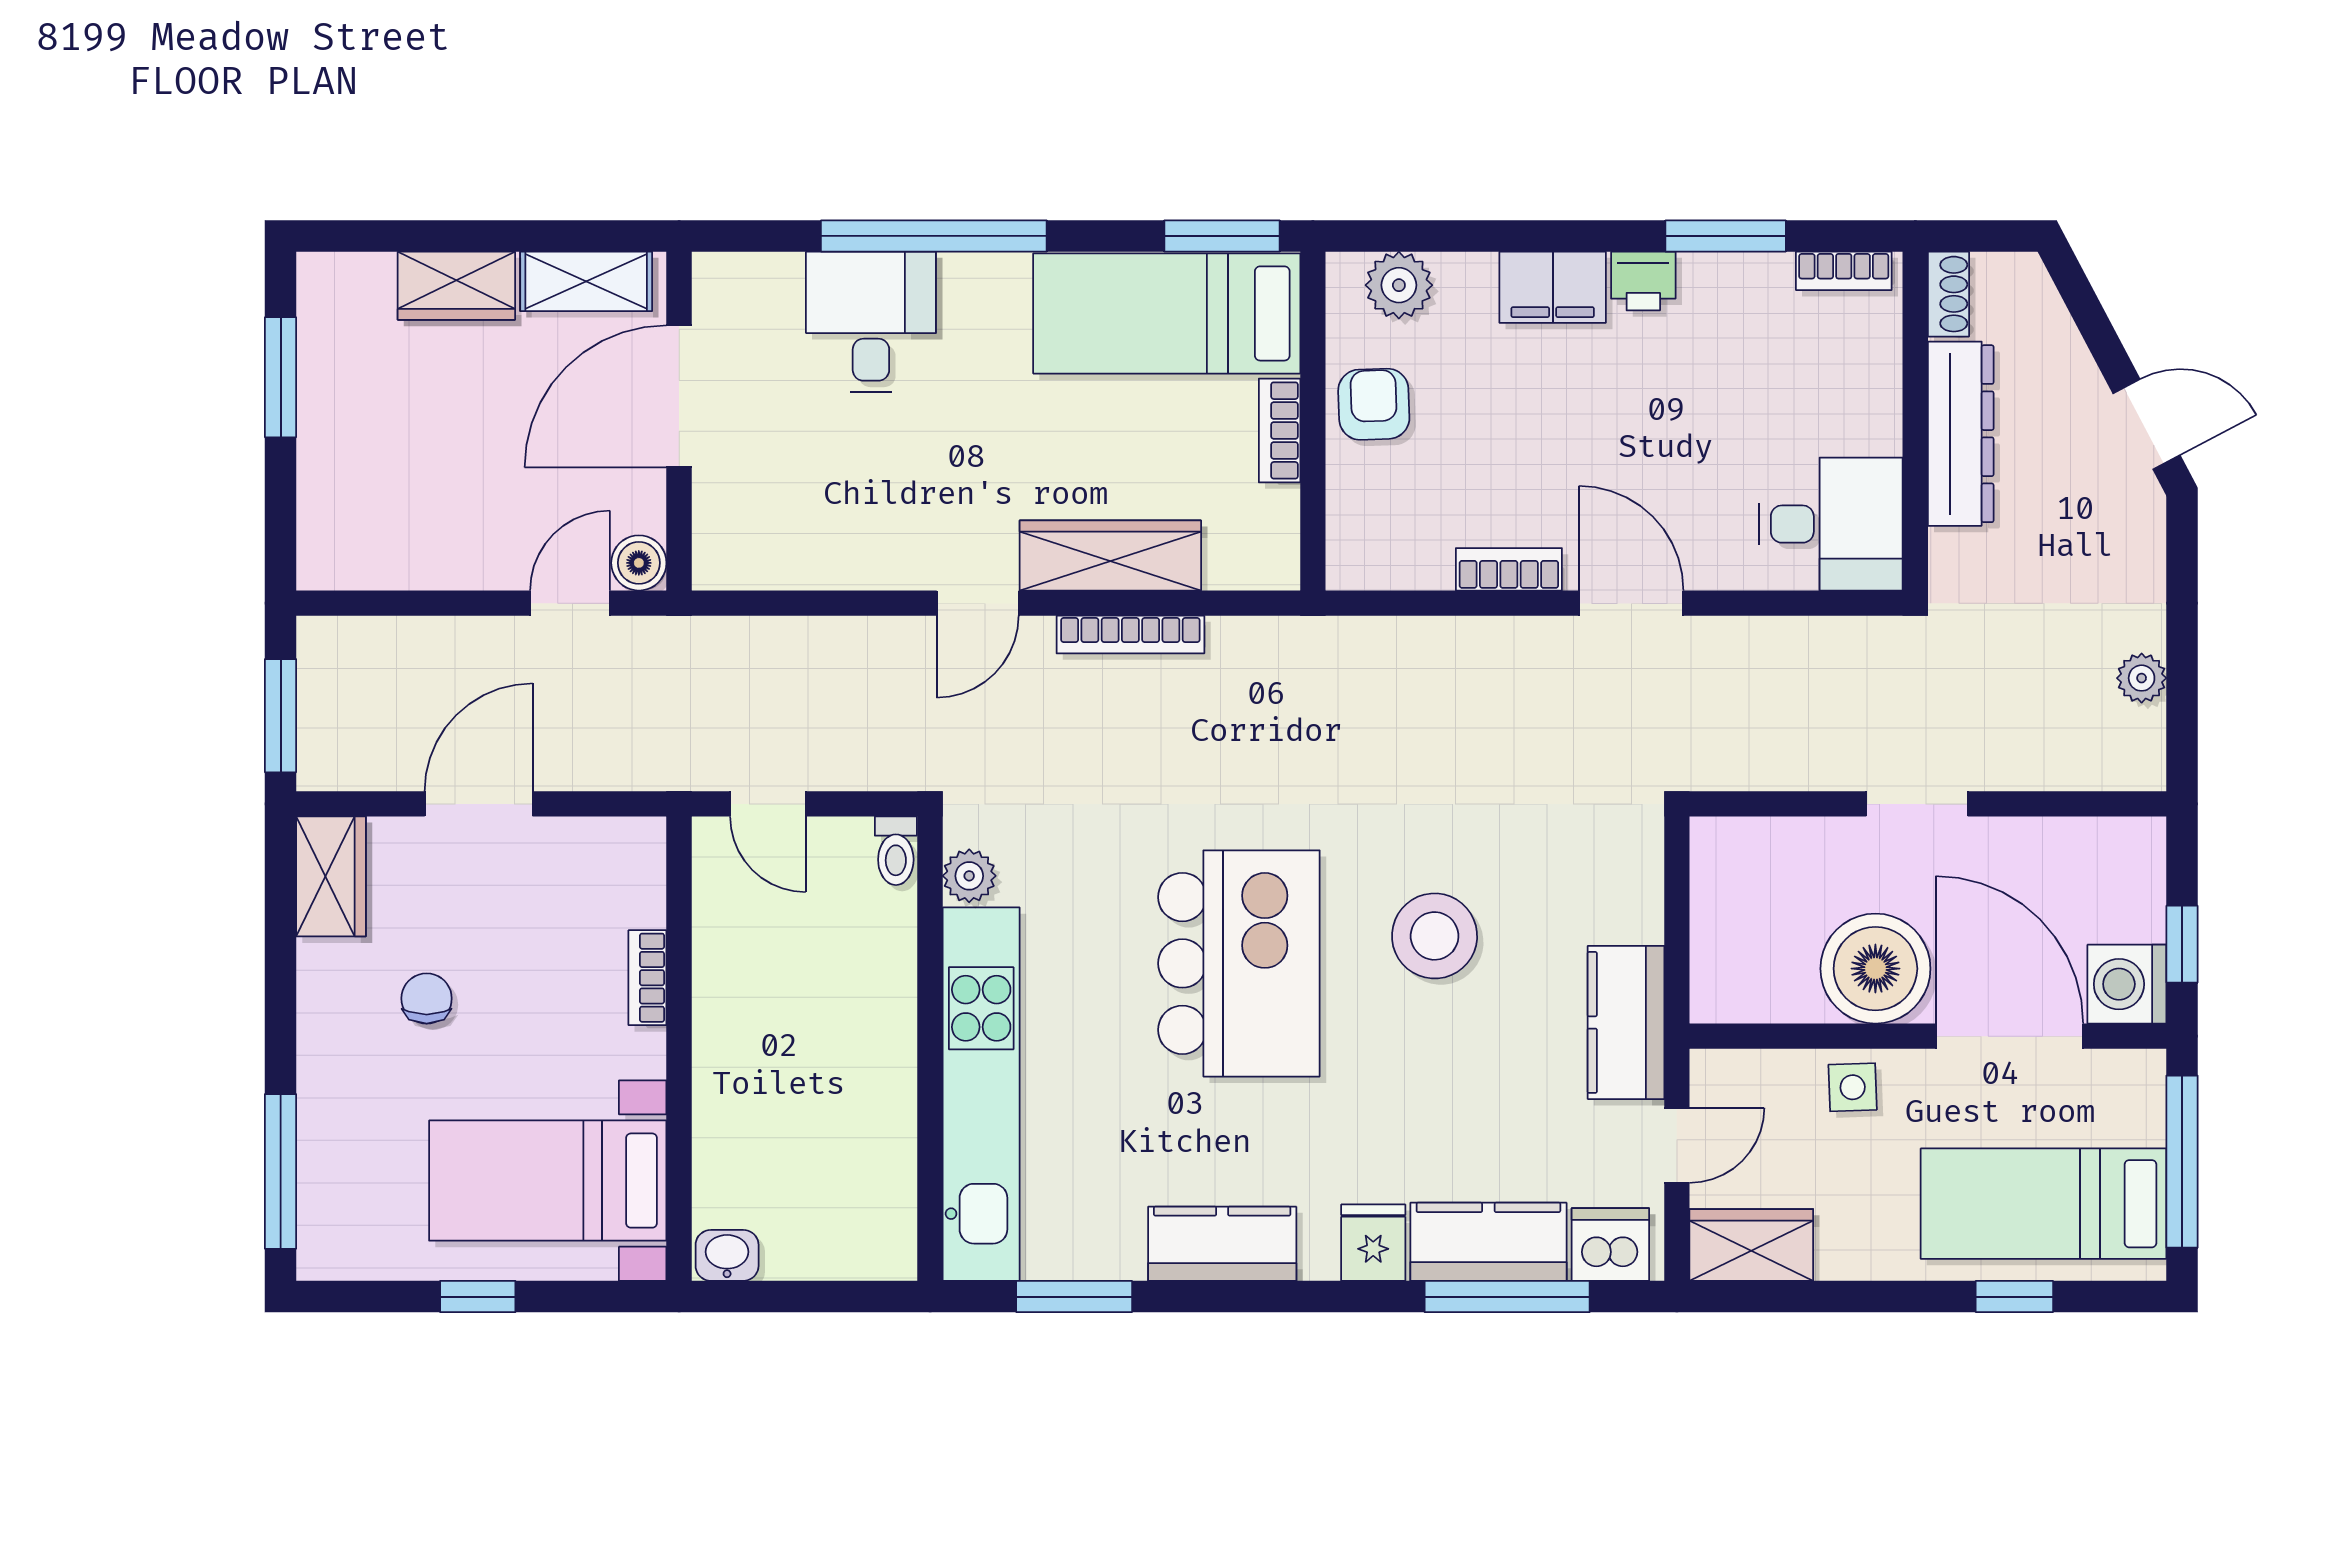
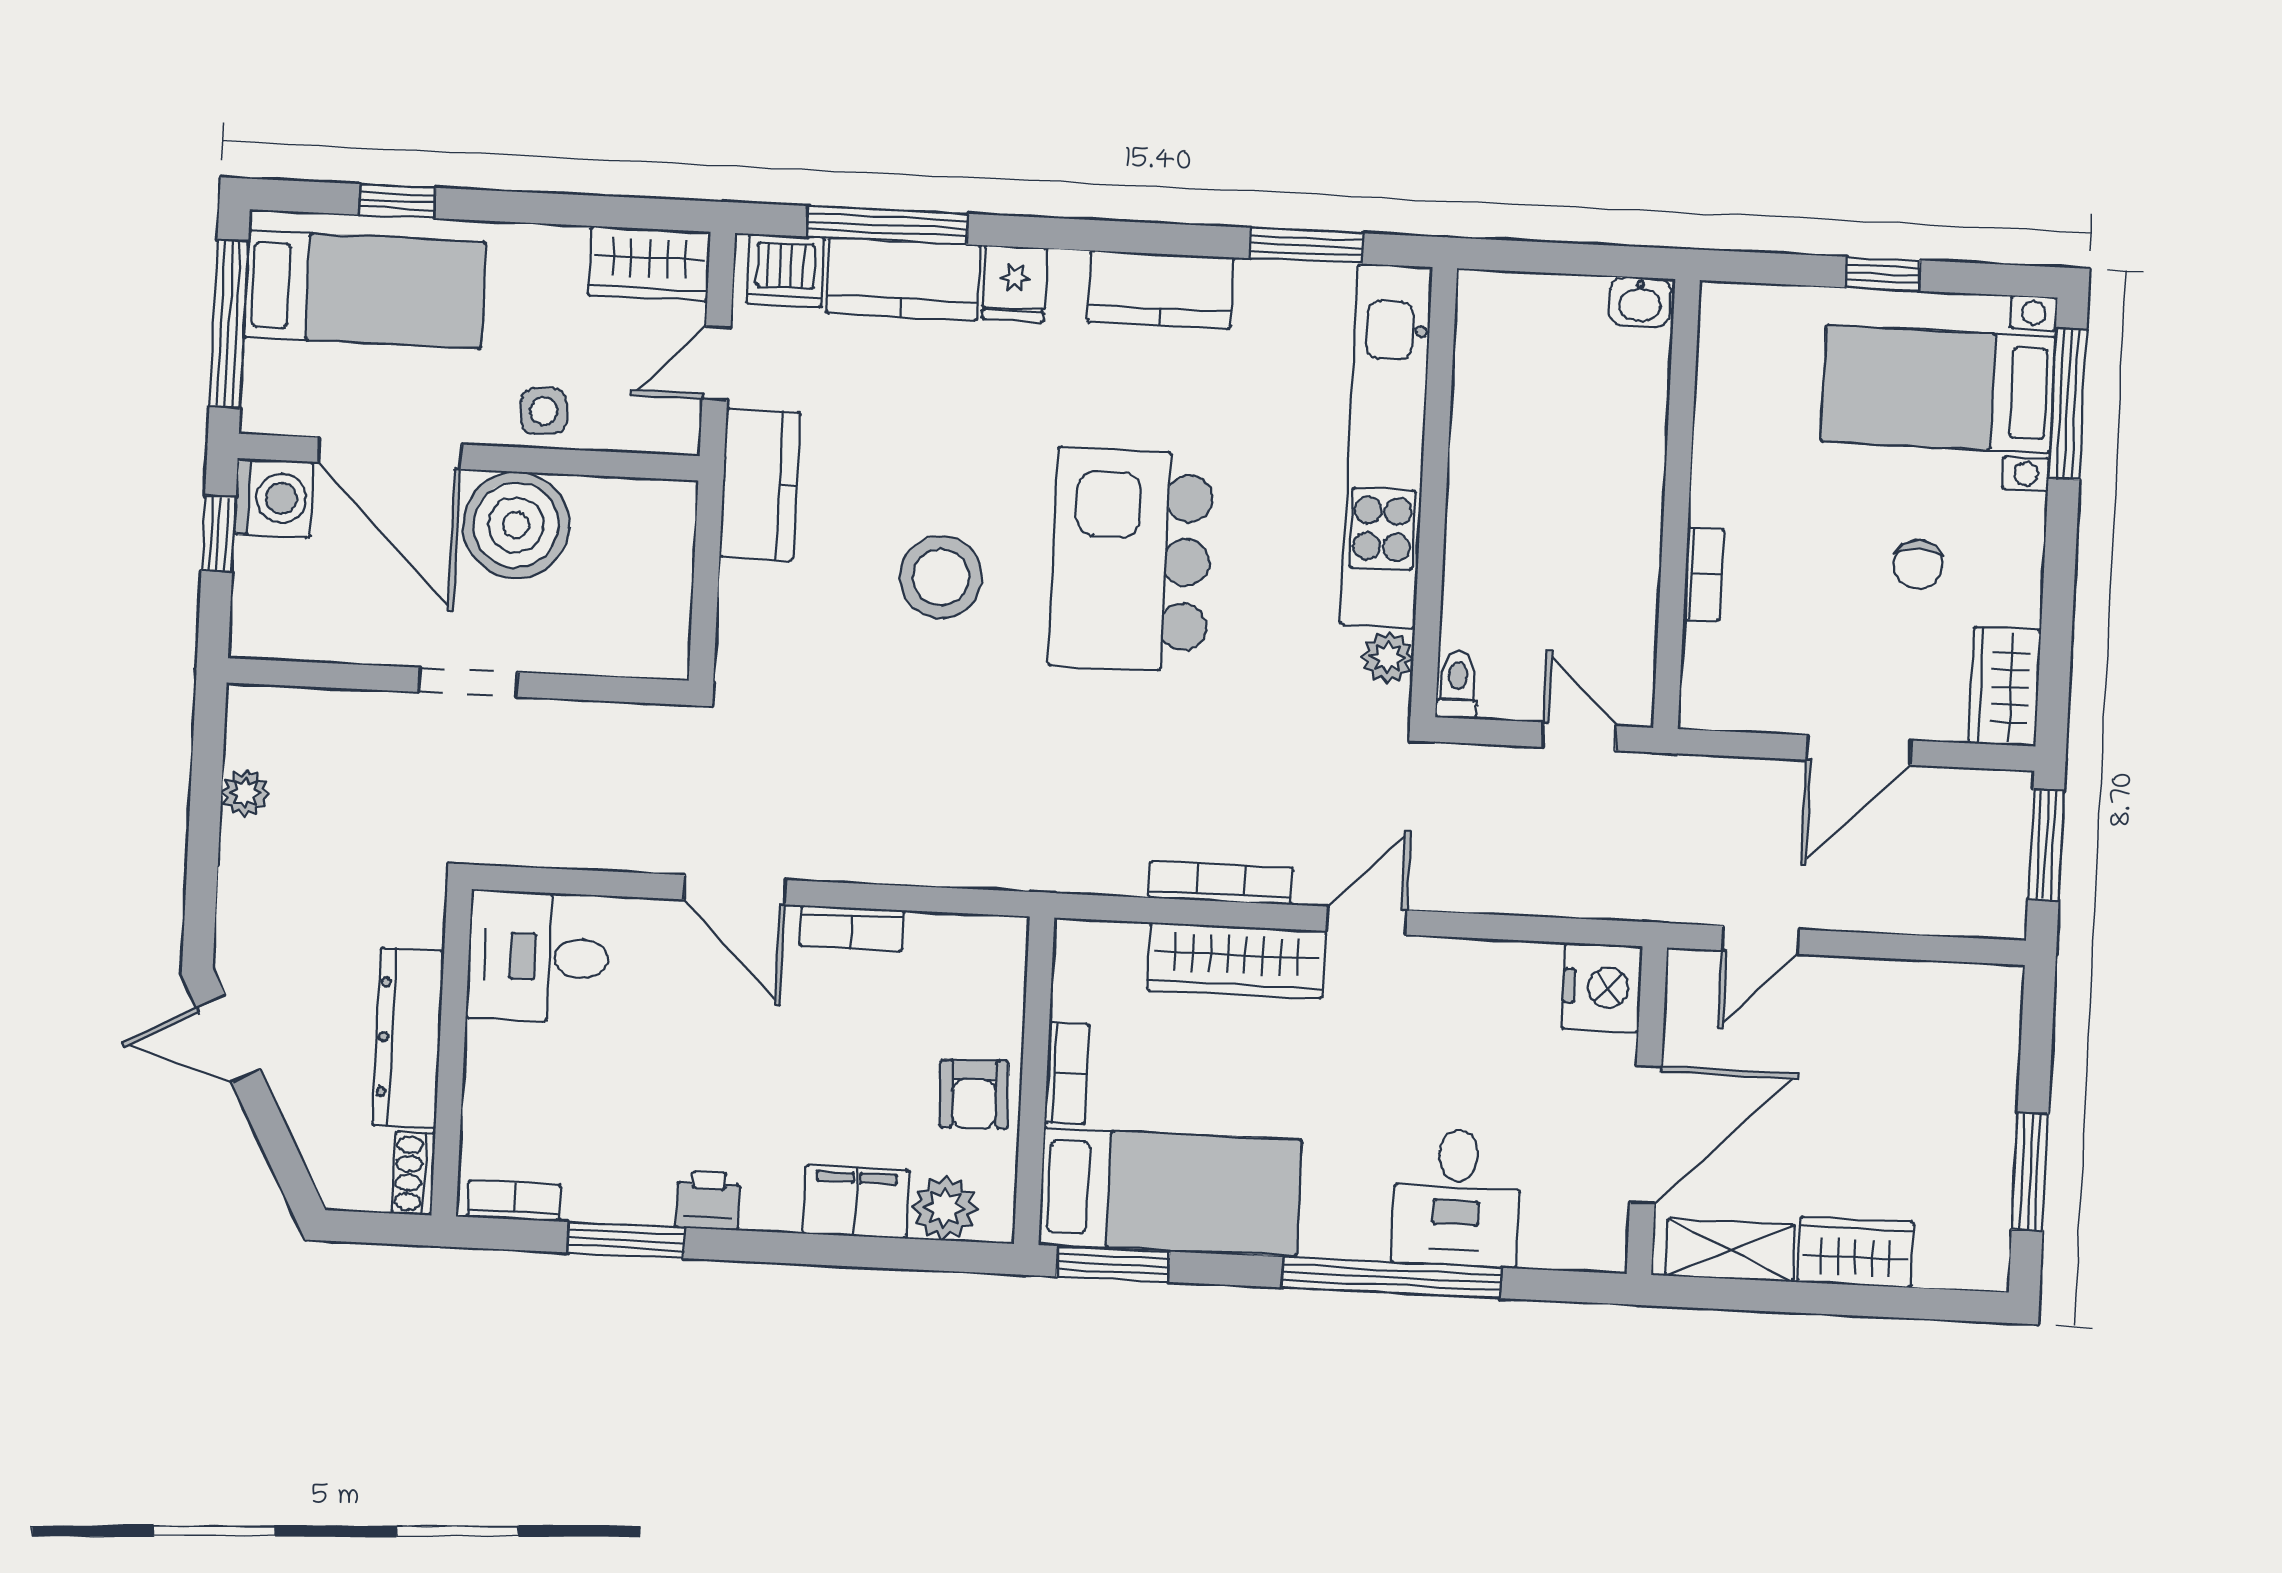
filing cabinet: (1553, 287) -> (856, 1202), moved
nightstand: (731, 546) -> (1602, 987), added
boiler: (639, 563) -> (1692, 975), removed
bed with nightstands: (548, 1181) -> (1938, 389), moved, turned 180

